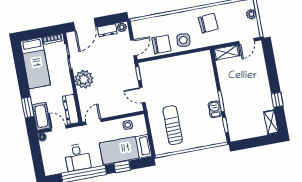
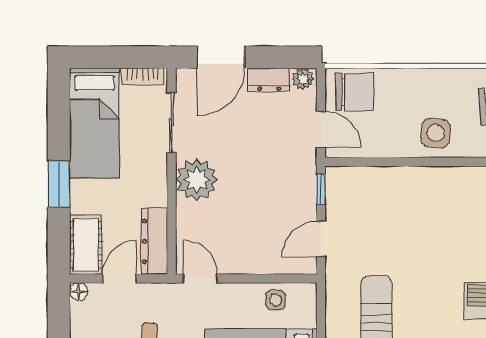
chair: (161, 44) -> (355, 92), moved
door: (134, 48) -> (321, 130), hinge flipped
door: (142, 95) -> (321, 239), hinge flipped
window: (28, 108) -> (59, 184), moved
door: (93, 122) -> (200, 279), hinge flipped
door: (58, 128) -> (119, 279), hinge flipped

